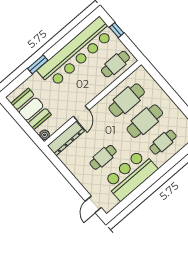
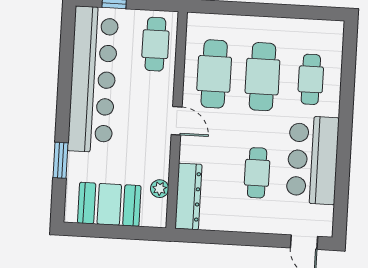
window: (38, 64) -> (60, 160), moved
door: (81, 113) -> (177, 121), moved
plant: (45, 135) -> (160, 189), moved

